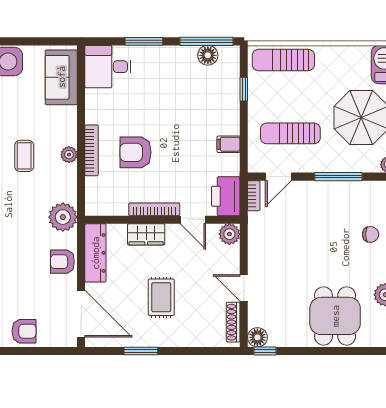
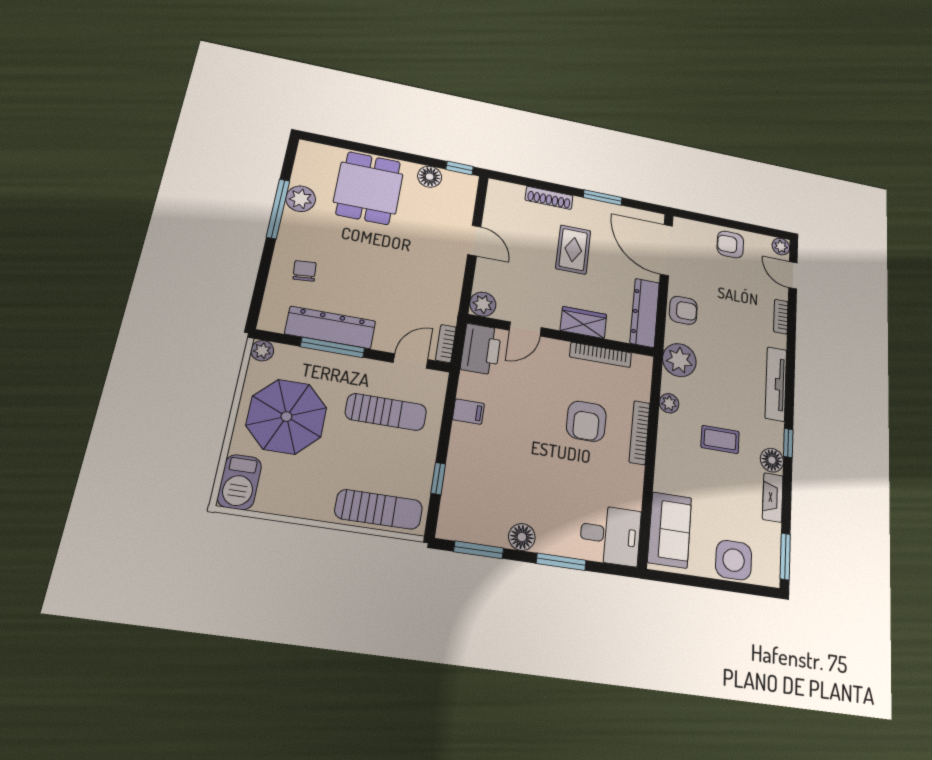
window: (207, 41) -> (479, 550), width x0.69
floor lamp: (208, 55) -> (522, 537), moved
armchair: (135, 152) -> (586, 421), turned 90
plant: (69, 155) -> (669, 403), moved
coffee table: (24, 156) -> (720, 439), turned 90
dresser: (343, 192) -> (330, 327), added
bookcase: (154, 209) -> (601, 355), moved
door: (193, 220) -> (525, 329), swing flipped
chair: (371, 234) -> (305, 271), turned 85
shoe rack: (233, 322) -> (549, 198), moved, turned 90
floor lamp: (257, 337) -> (430, 177), moved

